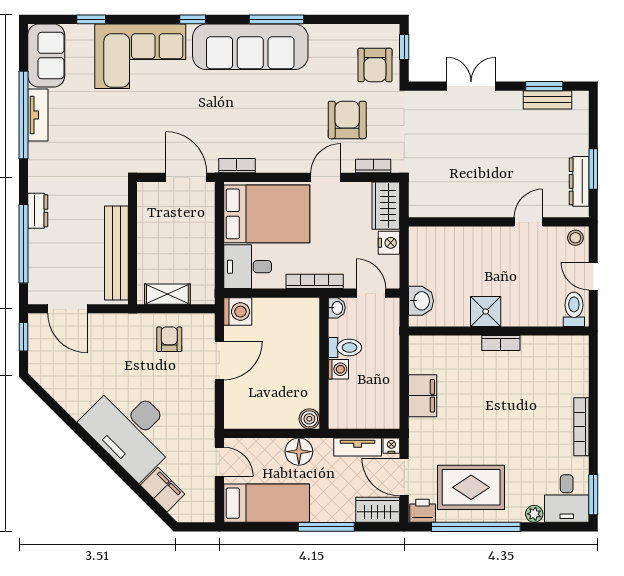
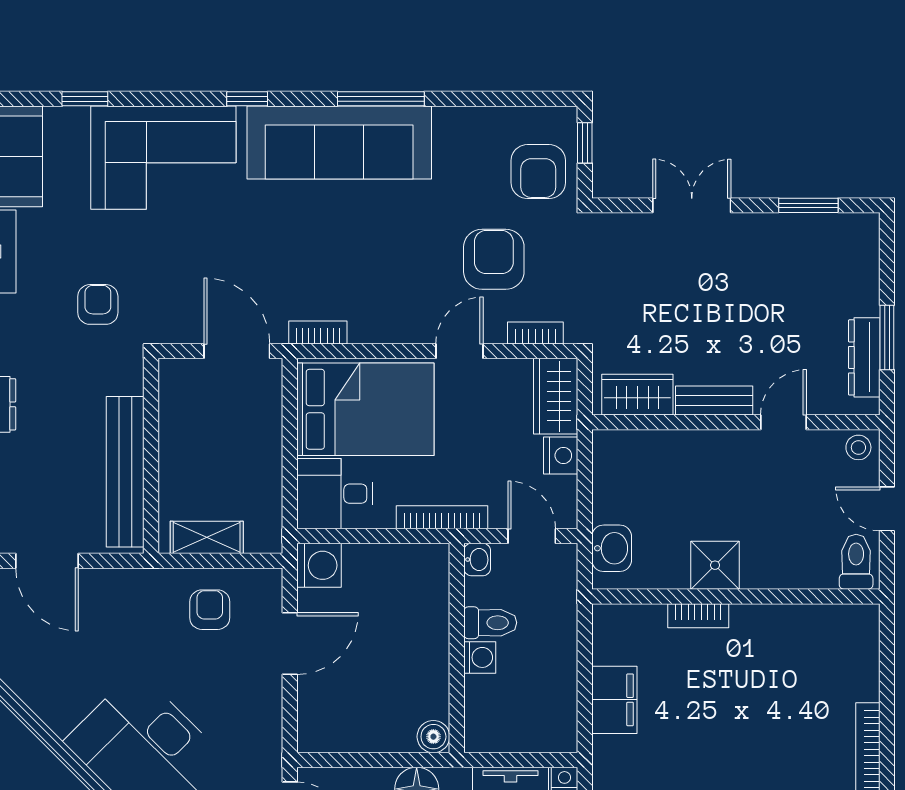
bench: (547, 100) -> (714, 400), moved
armchair: (99, 148) -> (98, 304), added
wardrobe: (437, 205) -> (637, 395), added
bookcase: (501, 343) -> (698, 616), moved

